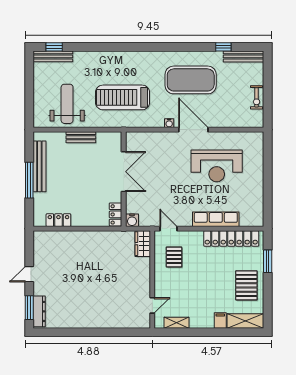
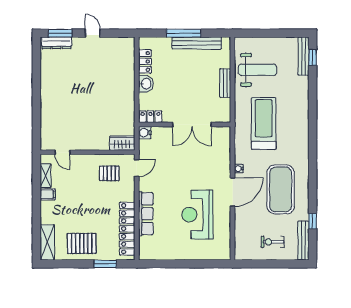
exercise bike: (257, 97) -> (272, 242), moved
washbasin: (81, 219) -> (146, 84), added
filing cabinet: (220, 321) -> (48, 194), moved

